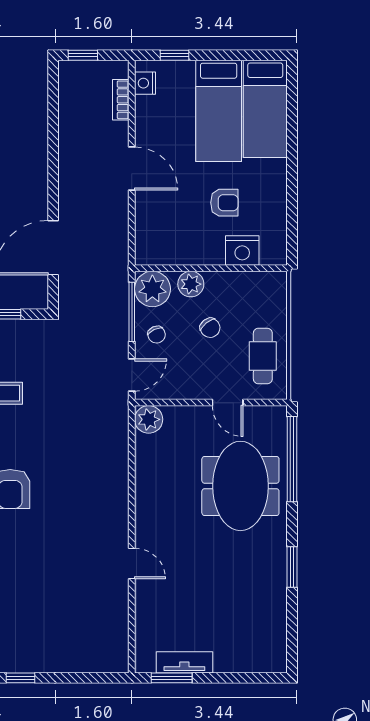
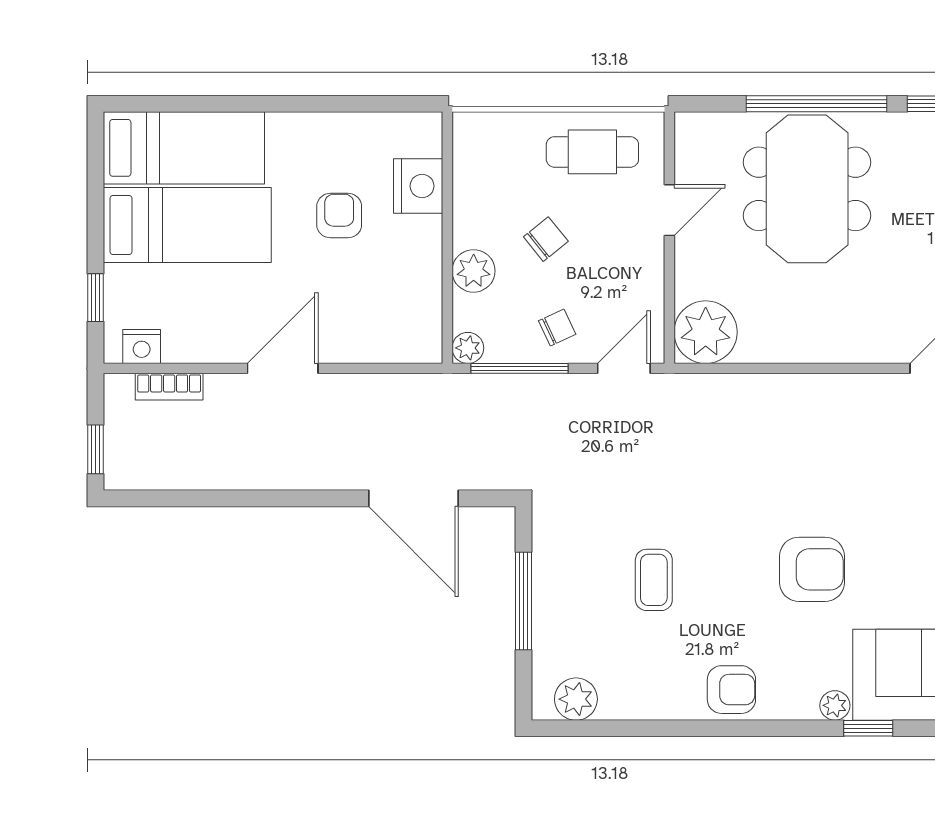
plant: (152, 289) -> (468, 348), width x0.53, depth x0.53
door: (132, 375) -> (624, 368), hinge flipped
plant: (149, 419) -> (706, 332), width x1.36, depth x1.36
window: (292, 459) -> (816, 104), moved
meeting table: (240, 486) -> (807, 189), turned 90

